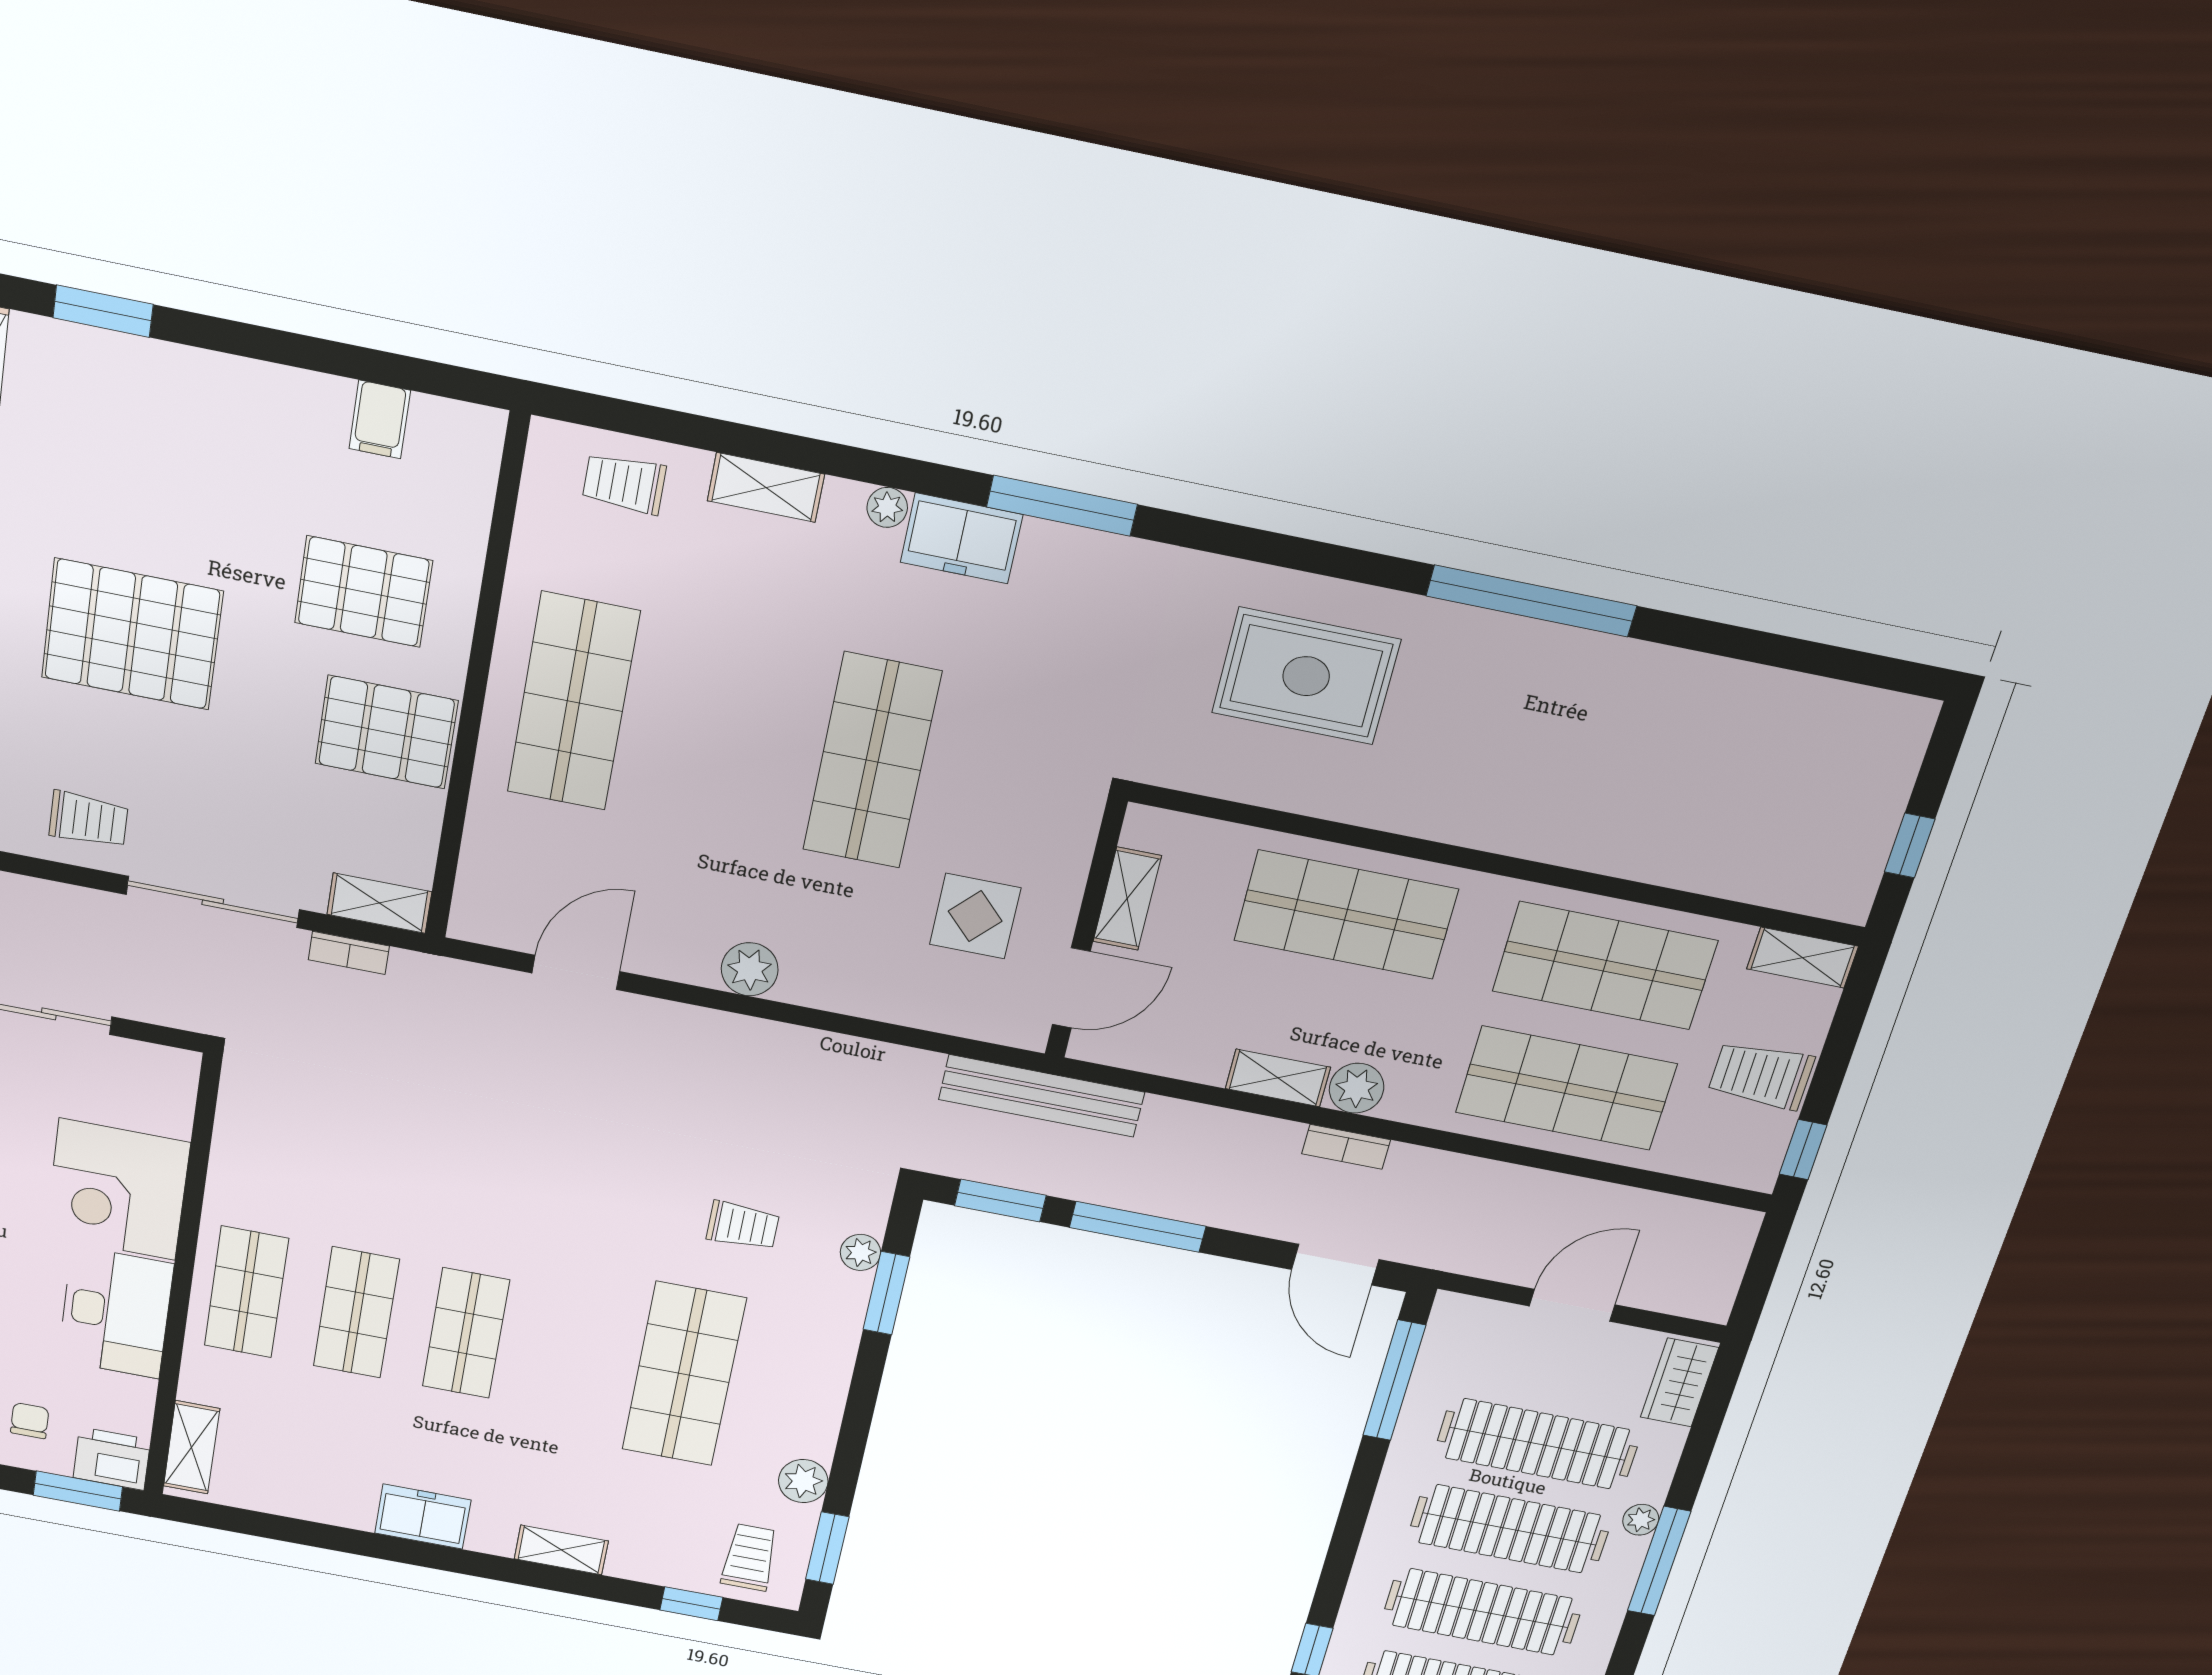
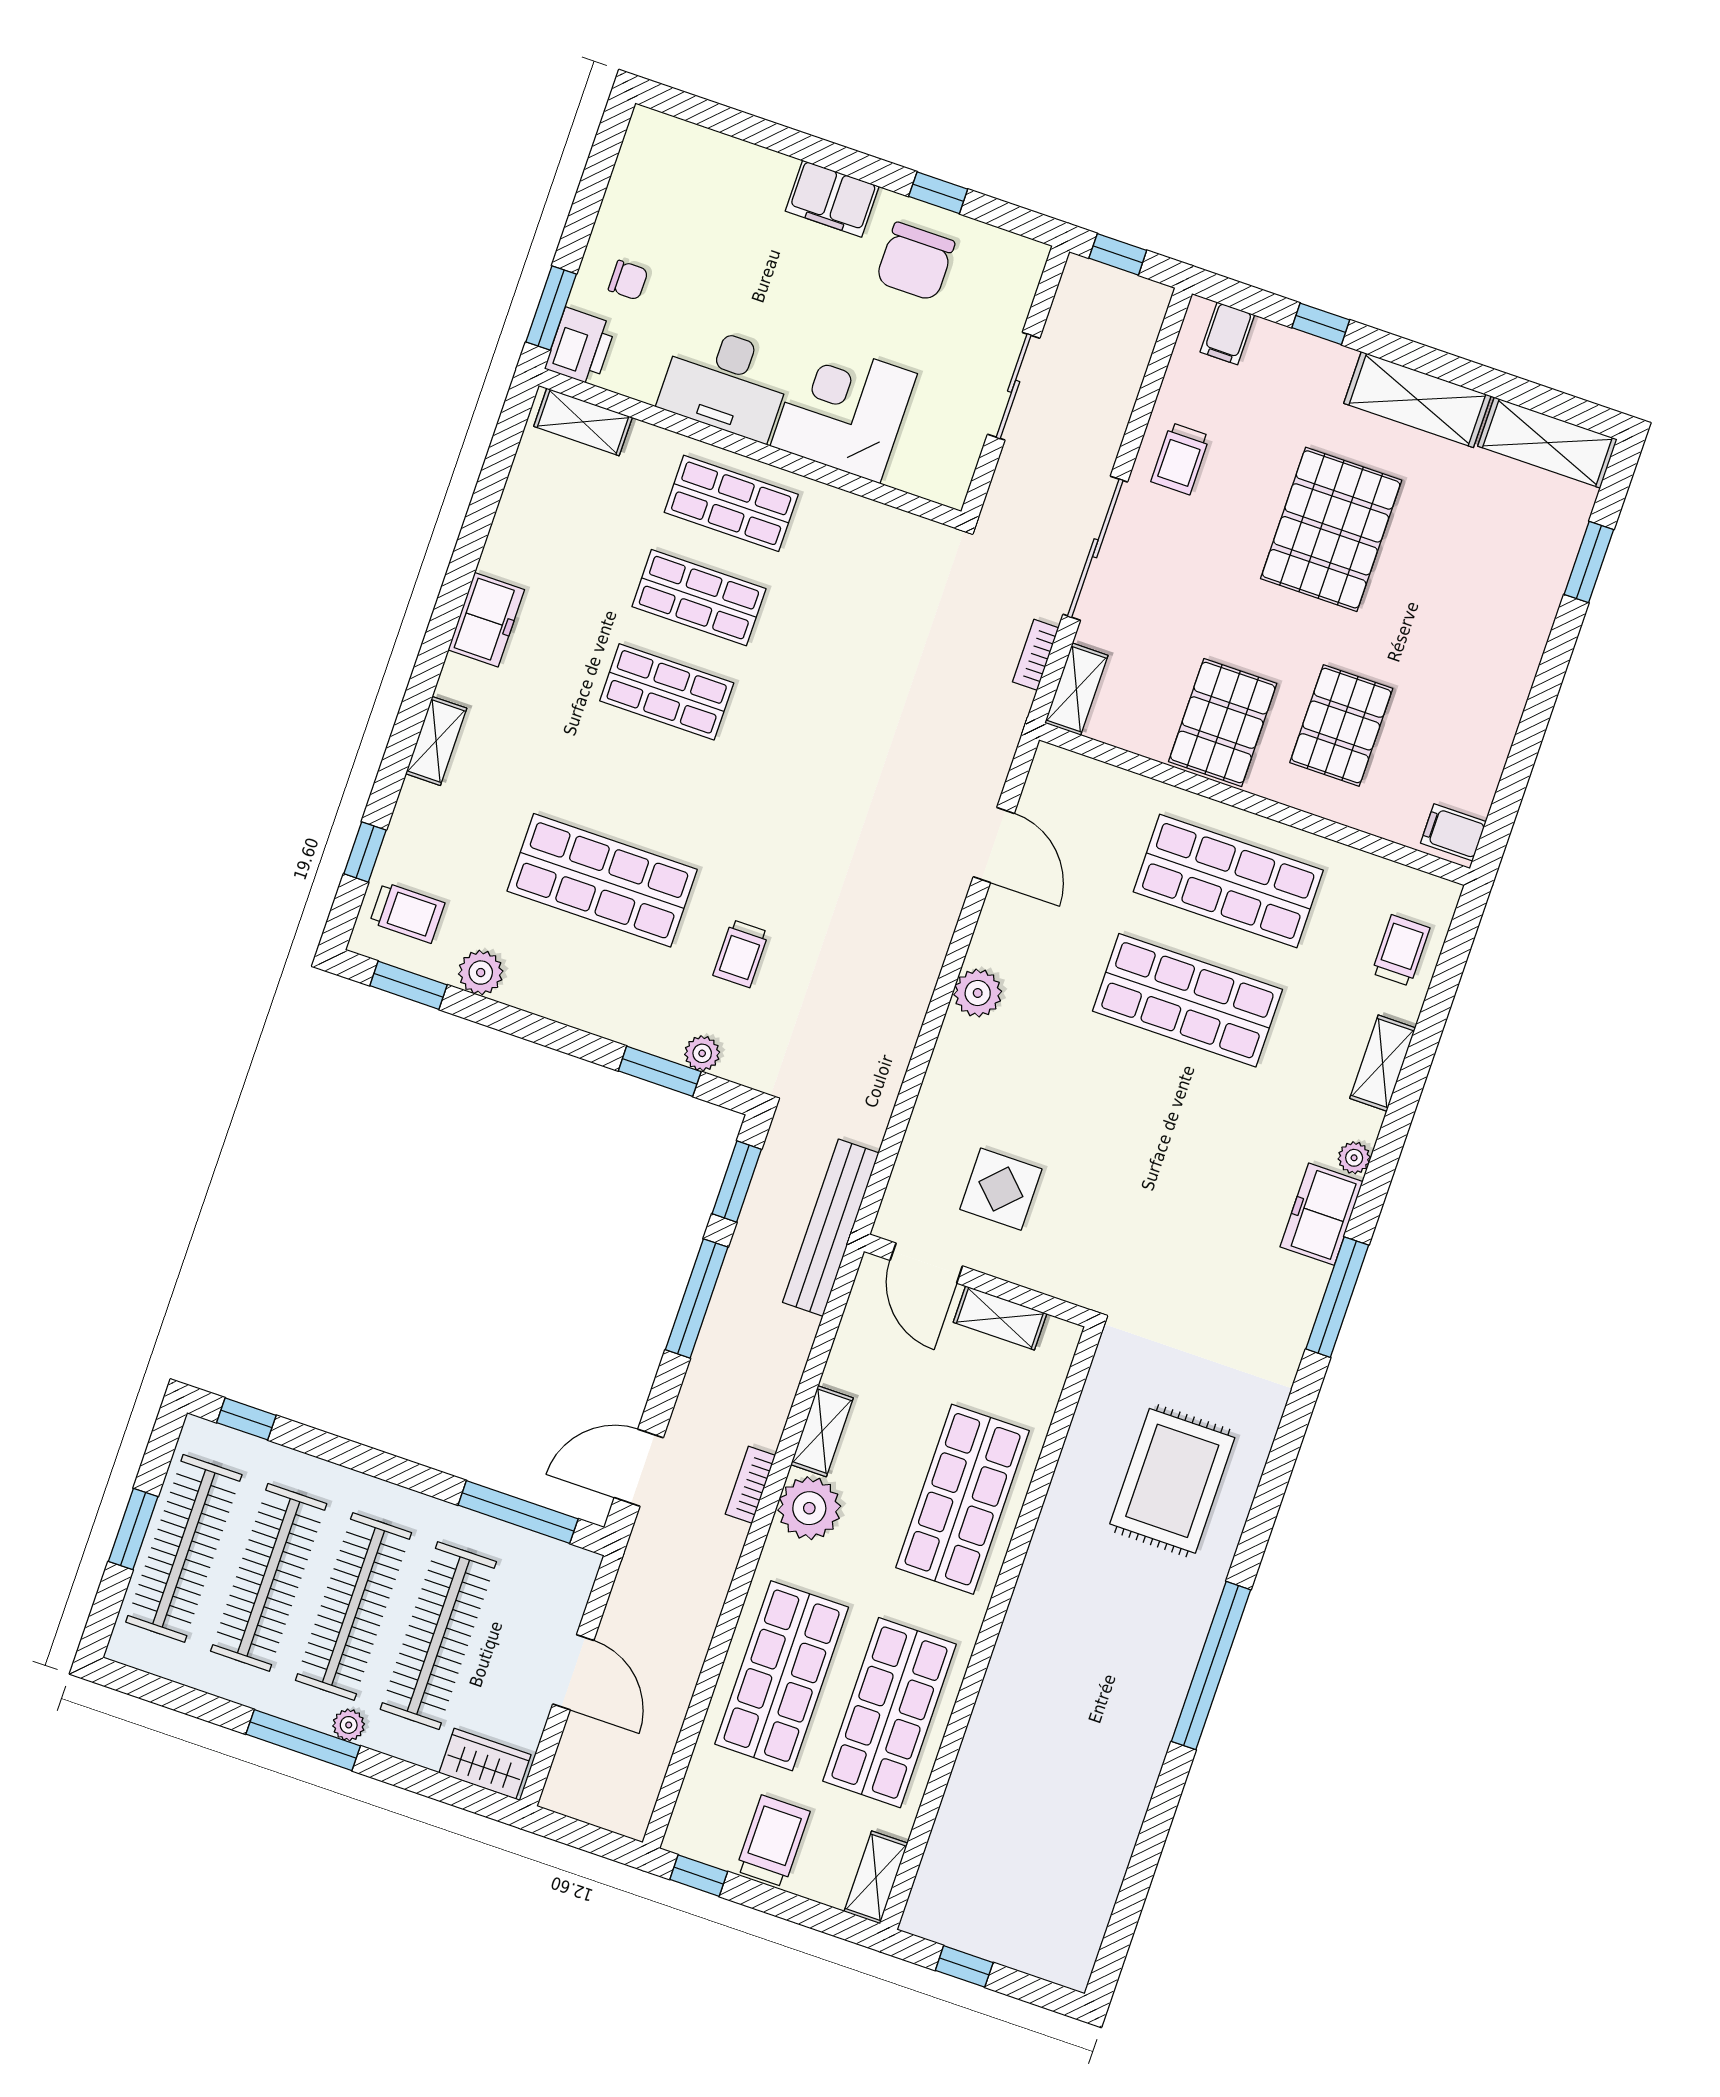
filing cabinet: (380, 419) -> (1453, 832), moved
shop shelf: (872, 761) -> (1187, 1000), moved
plant: (1357, 1088) -> (809, 1508), width x1.36, depth x1.36

